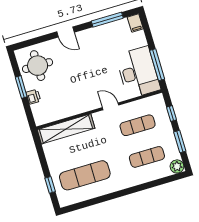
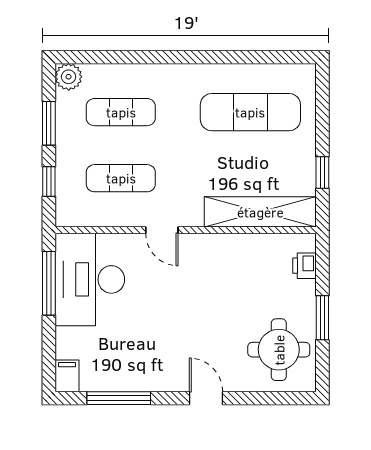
printer: (33, 97) -> (304, 266), moved
window: (50, 185) -> (322, 173), moved

